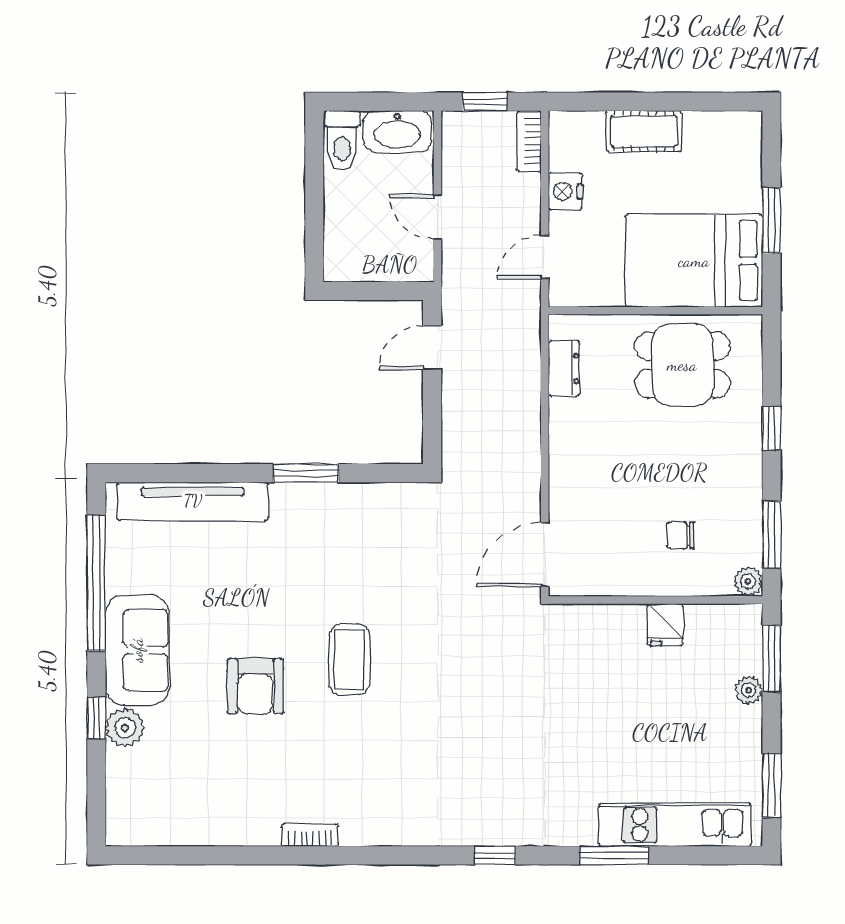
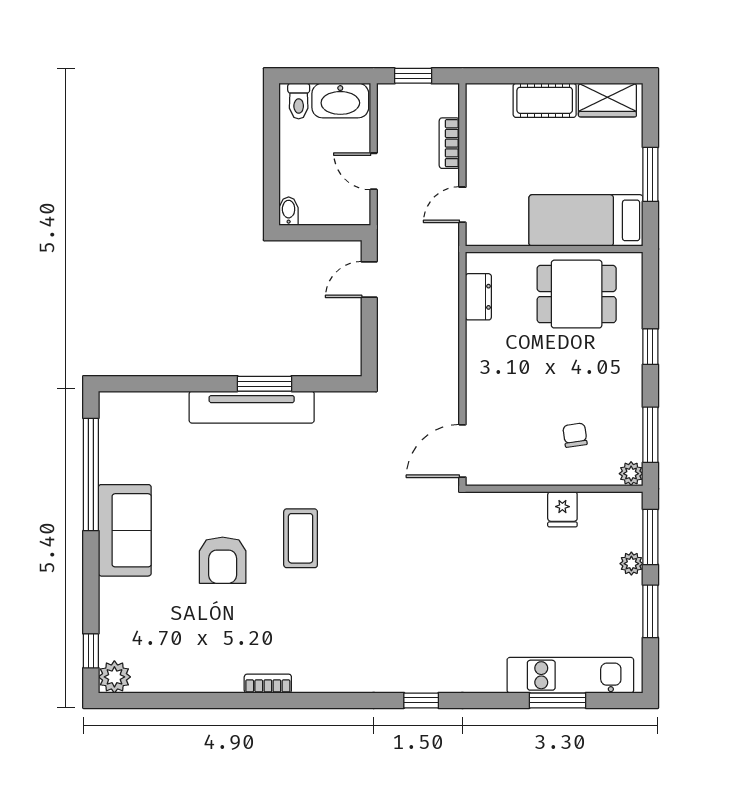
wardrobe: (720, 131) -> (607, 100), added
toilet: (342, 140) -> (299, 101), width x0.73, depth x0.72
bookcase: (529, 141) -> (449, 143), moved
nightstand: (565, 191) -> (480, 150), removed
bed: (694, 261) -> (586, 220), width x0.67
bidet: (335, 265) -> (289, 211), added
tv unit: (193, 501) -> (252, 407), moved
chair: (680, 535) -> (575, 435), turned 82
window: (96, 718) -> (91, 651), moved
plant: (125, 728) -> (114, 677), moved
window: (772, 785) -> (650, 611), moved
window: (614, 855) -> (558, 700), moved

